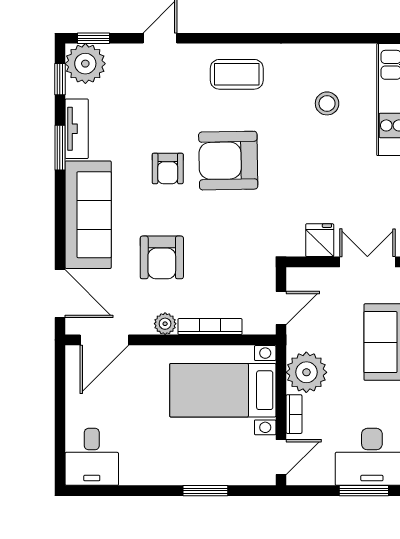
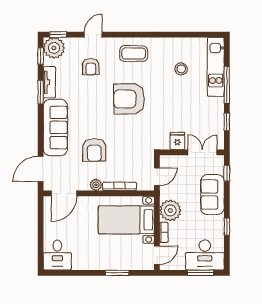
armchair: (168, 168) -> (91, 67), moved
door: (60, 294) -> (41, 169), swing flipped

